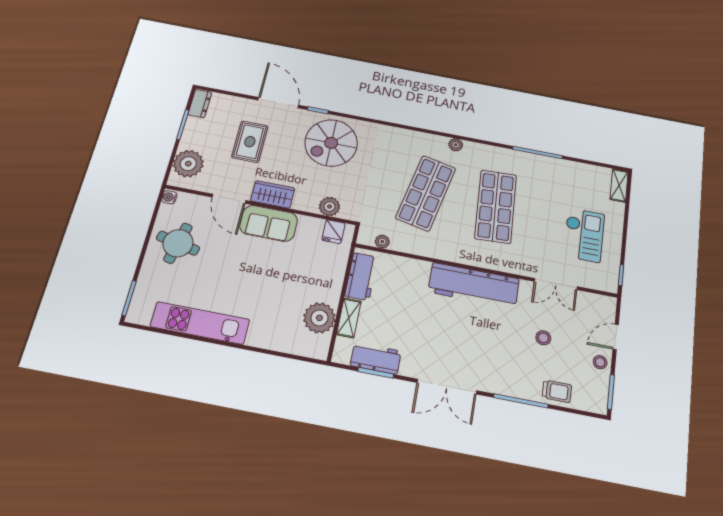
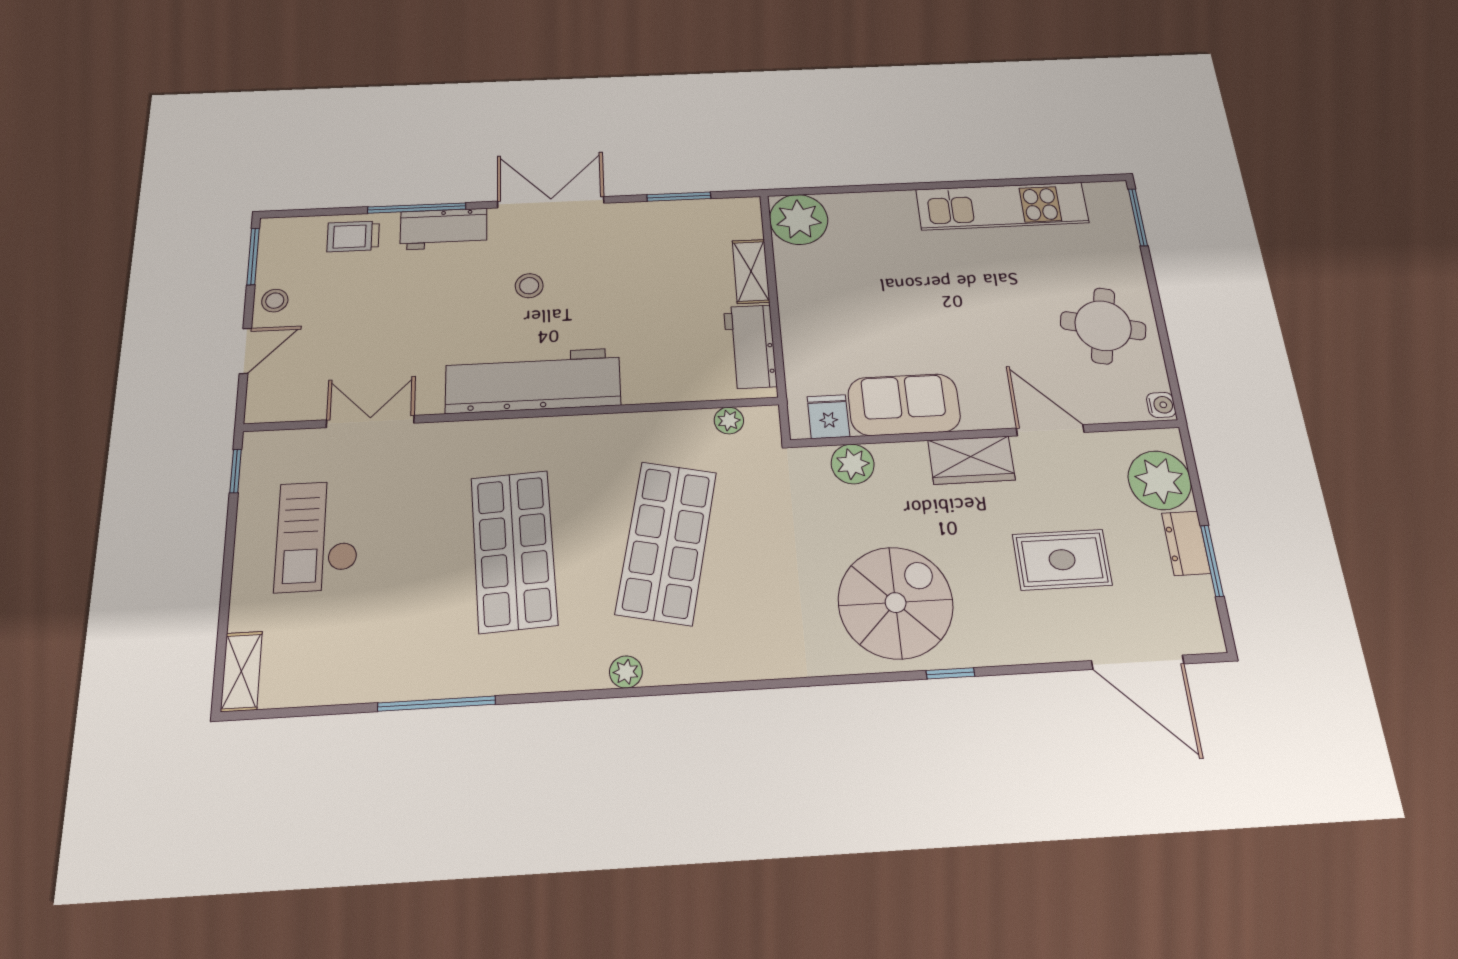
door: (278, 103) -> (1138, 662), moved
dresser: (200, 104) -> (1186, 543), moved
rug: (250, 142) -> (1062, 560), turned 90
sofa: (269, 223) -> (904, 405), moved
plant: (319, 318) -> (799, 219), moved
stool: (543, 338) -> (529, 286), moved
workbench: (376, 358) -> (444, 229), moved

